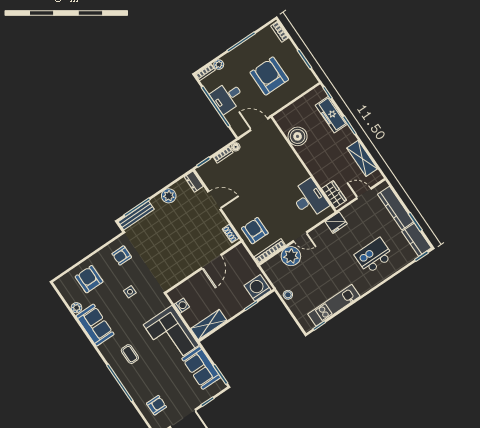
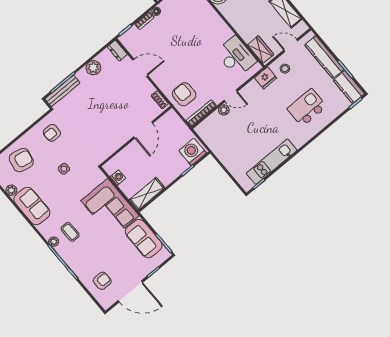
plant: (291, 256) -> (224, 110), width x0.53, depth x0.53
armchair: (89, 279) -> (21, 160), turned 102
stool: (288, 295) -> (285, 69), moved
plant: (113, 362) -> (54, 242), added

